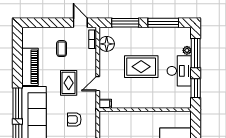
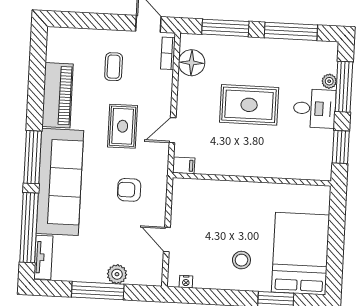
desk: (179, 71) -> (314, 109), width x0.73

